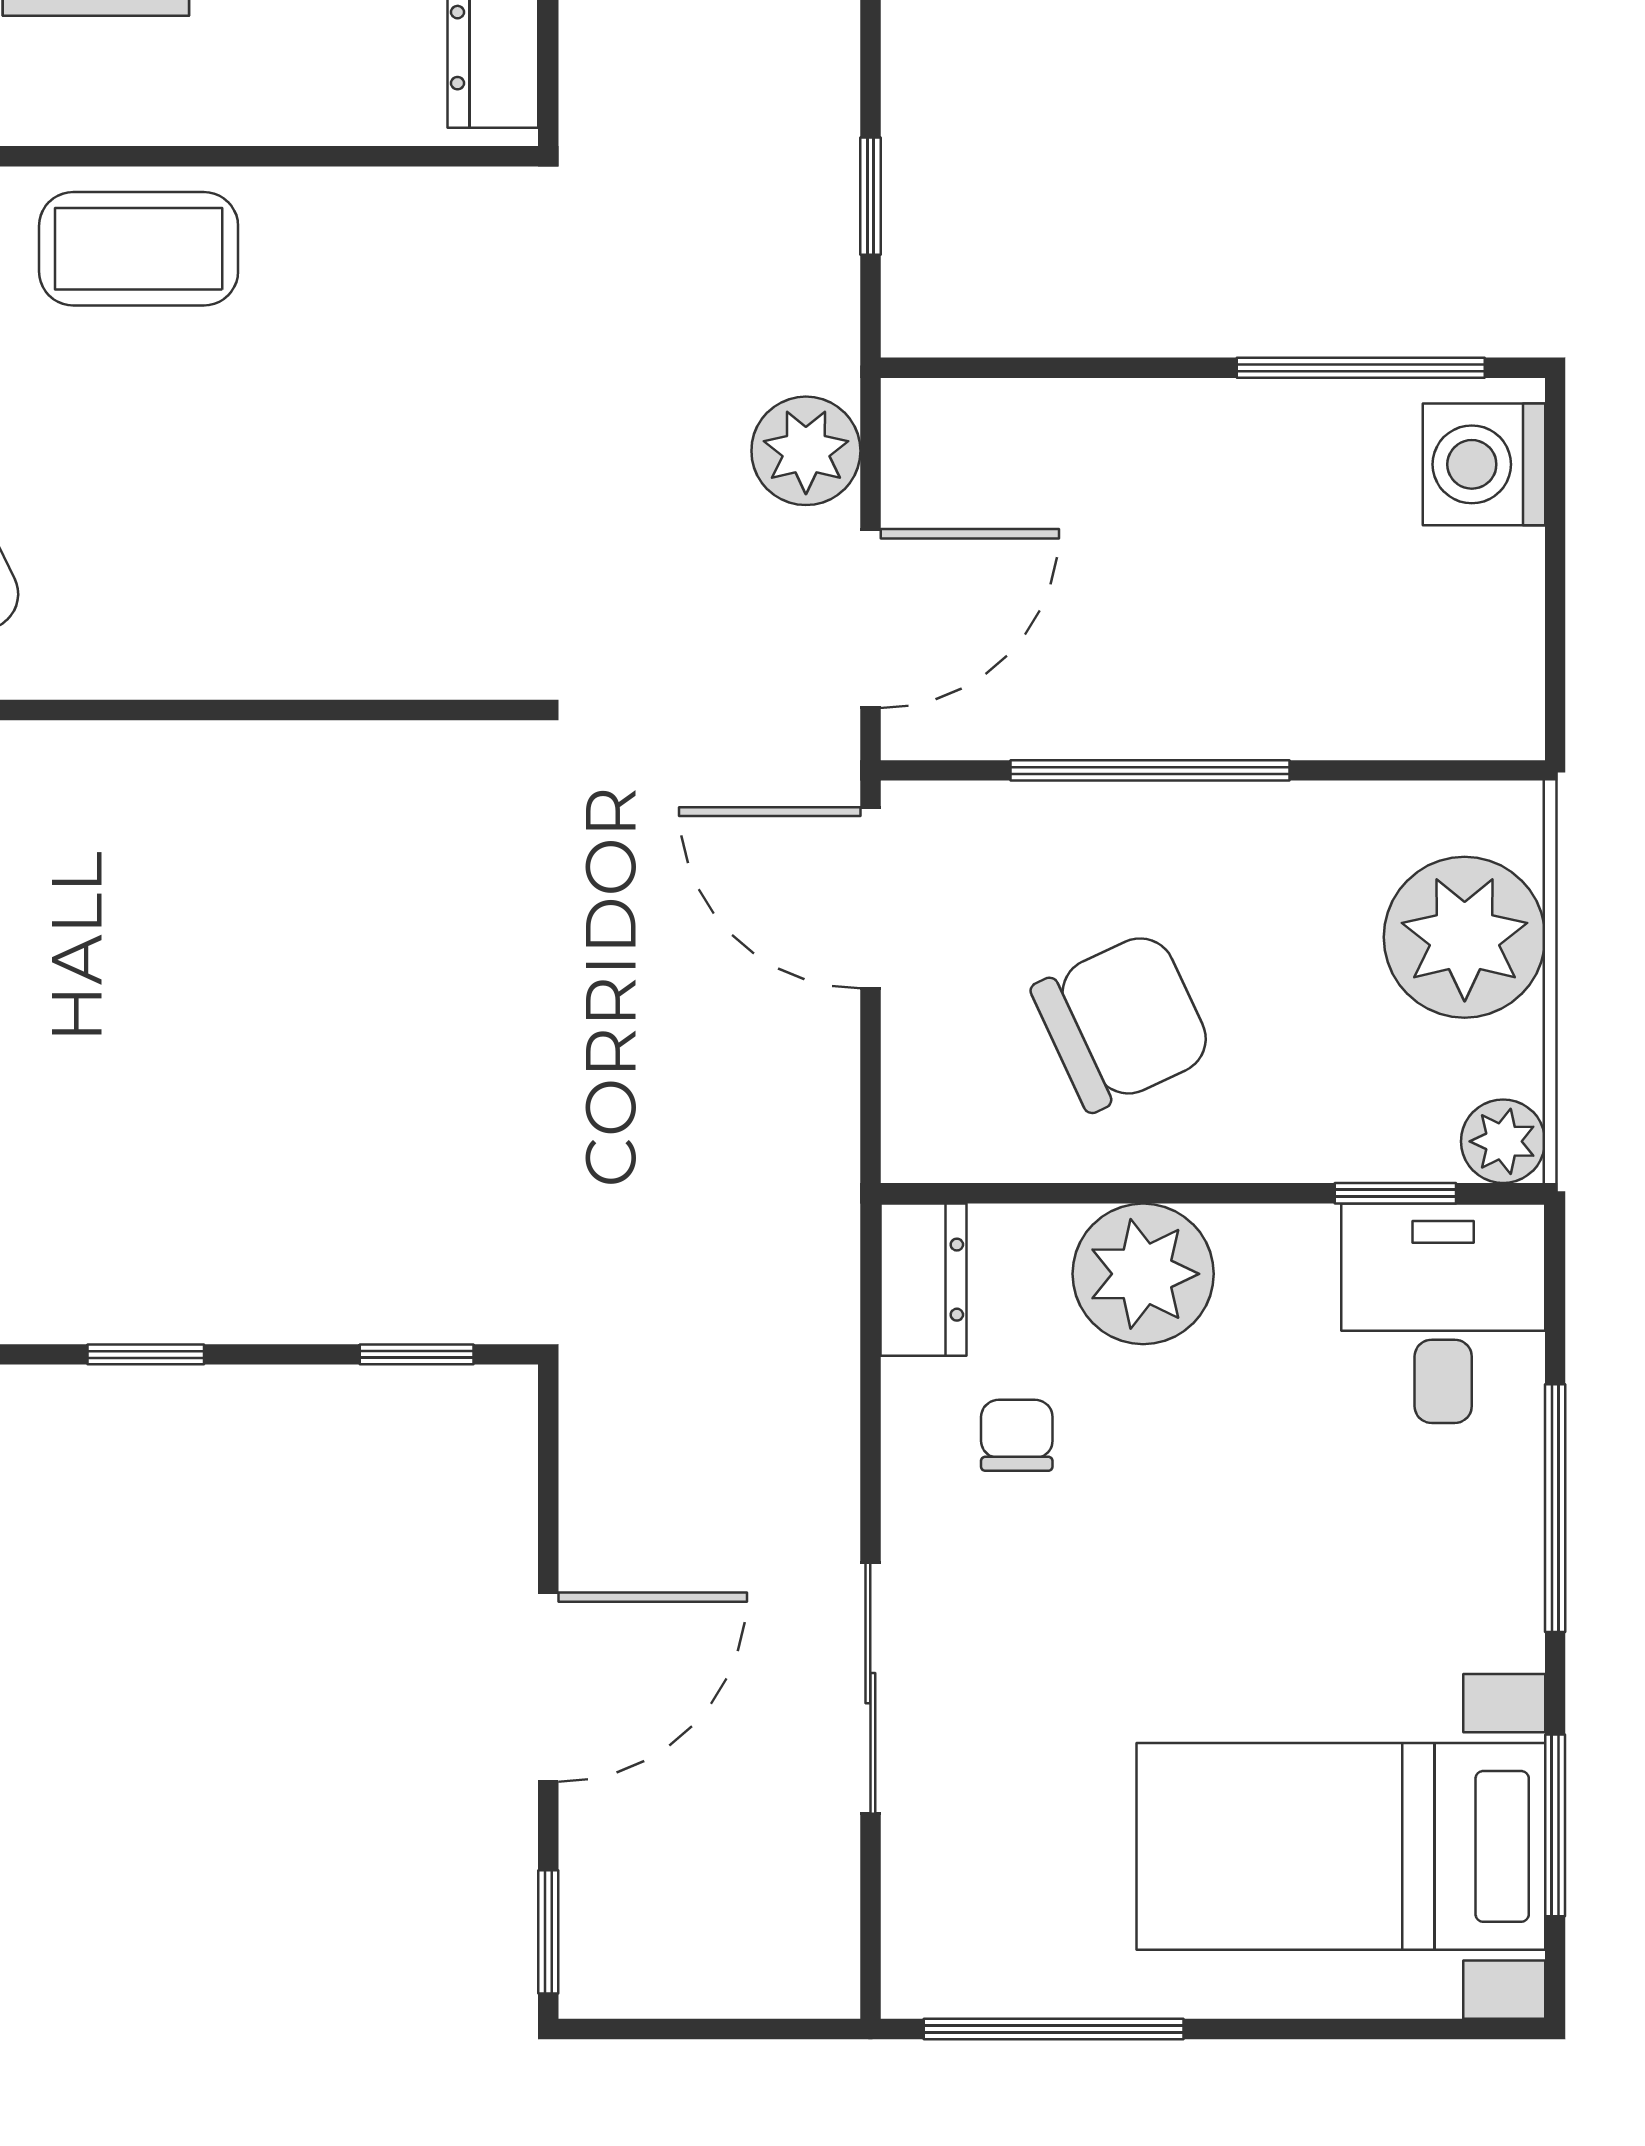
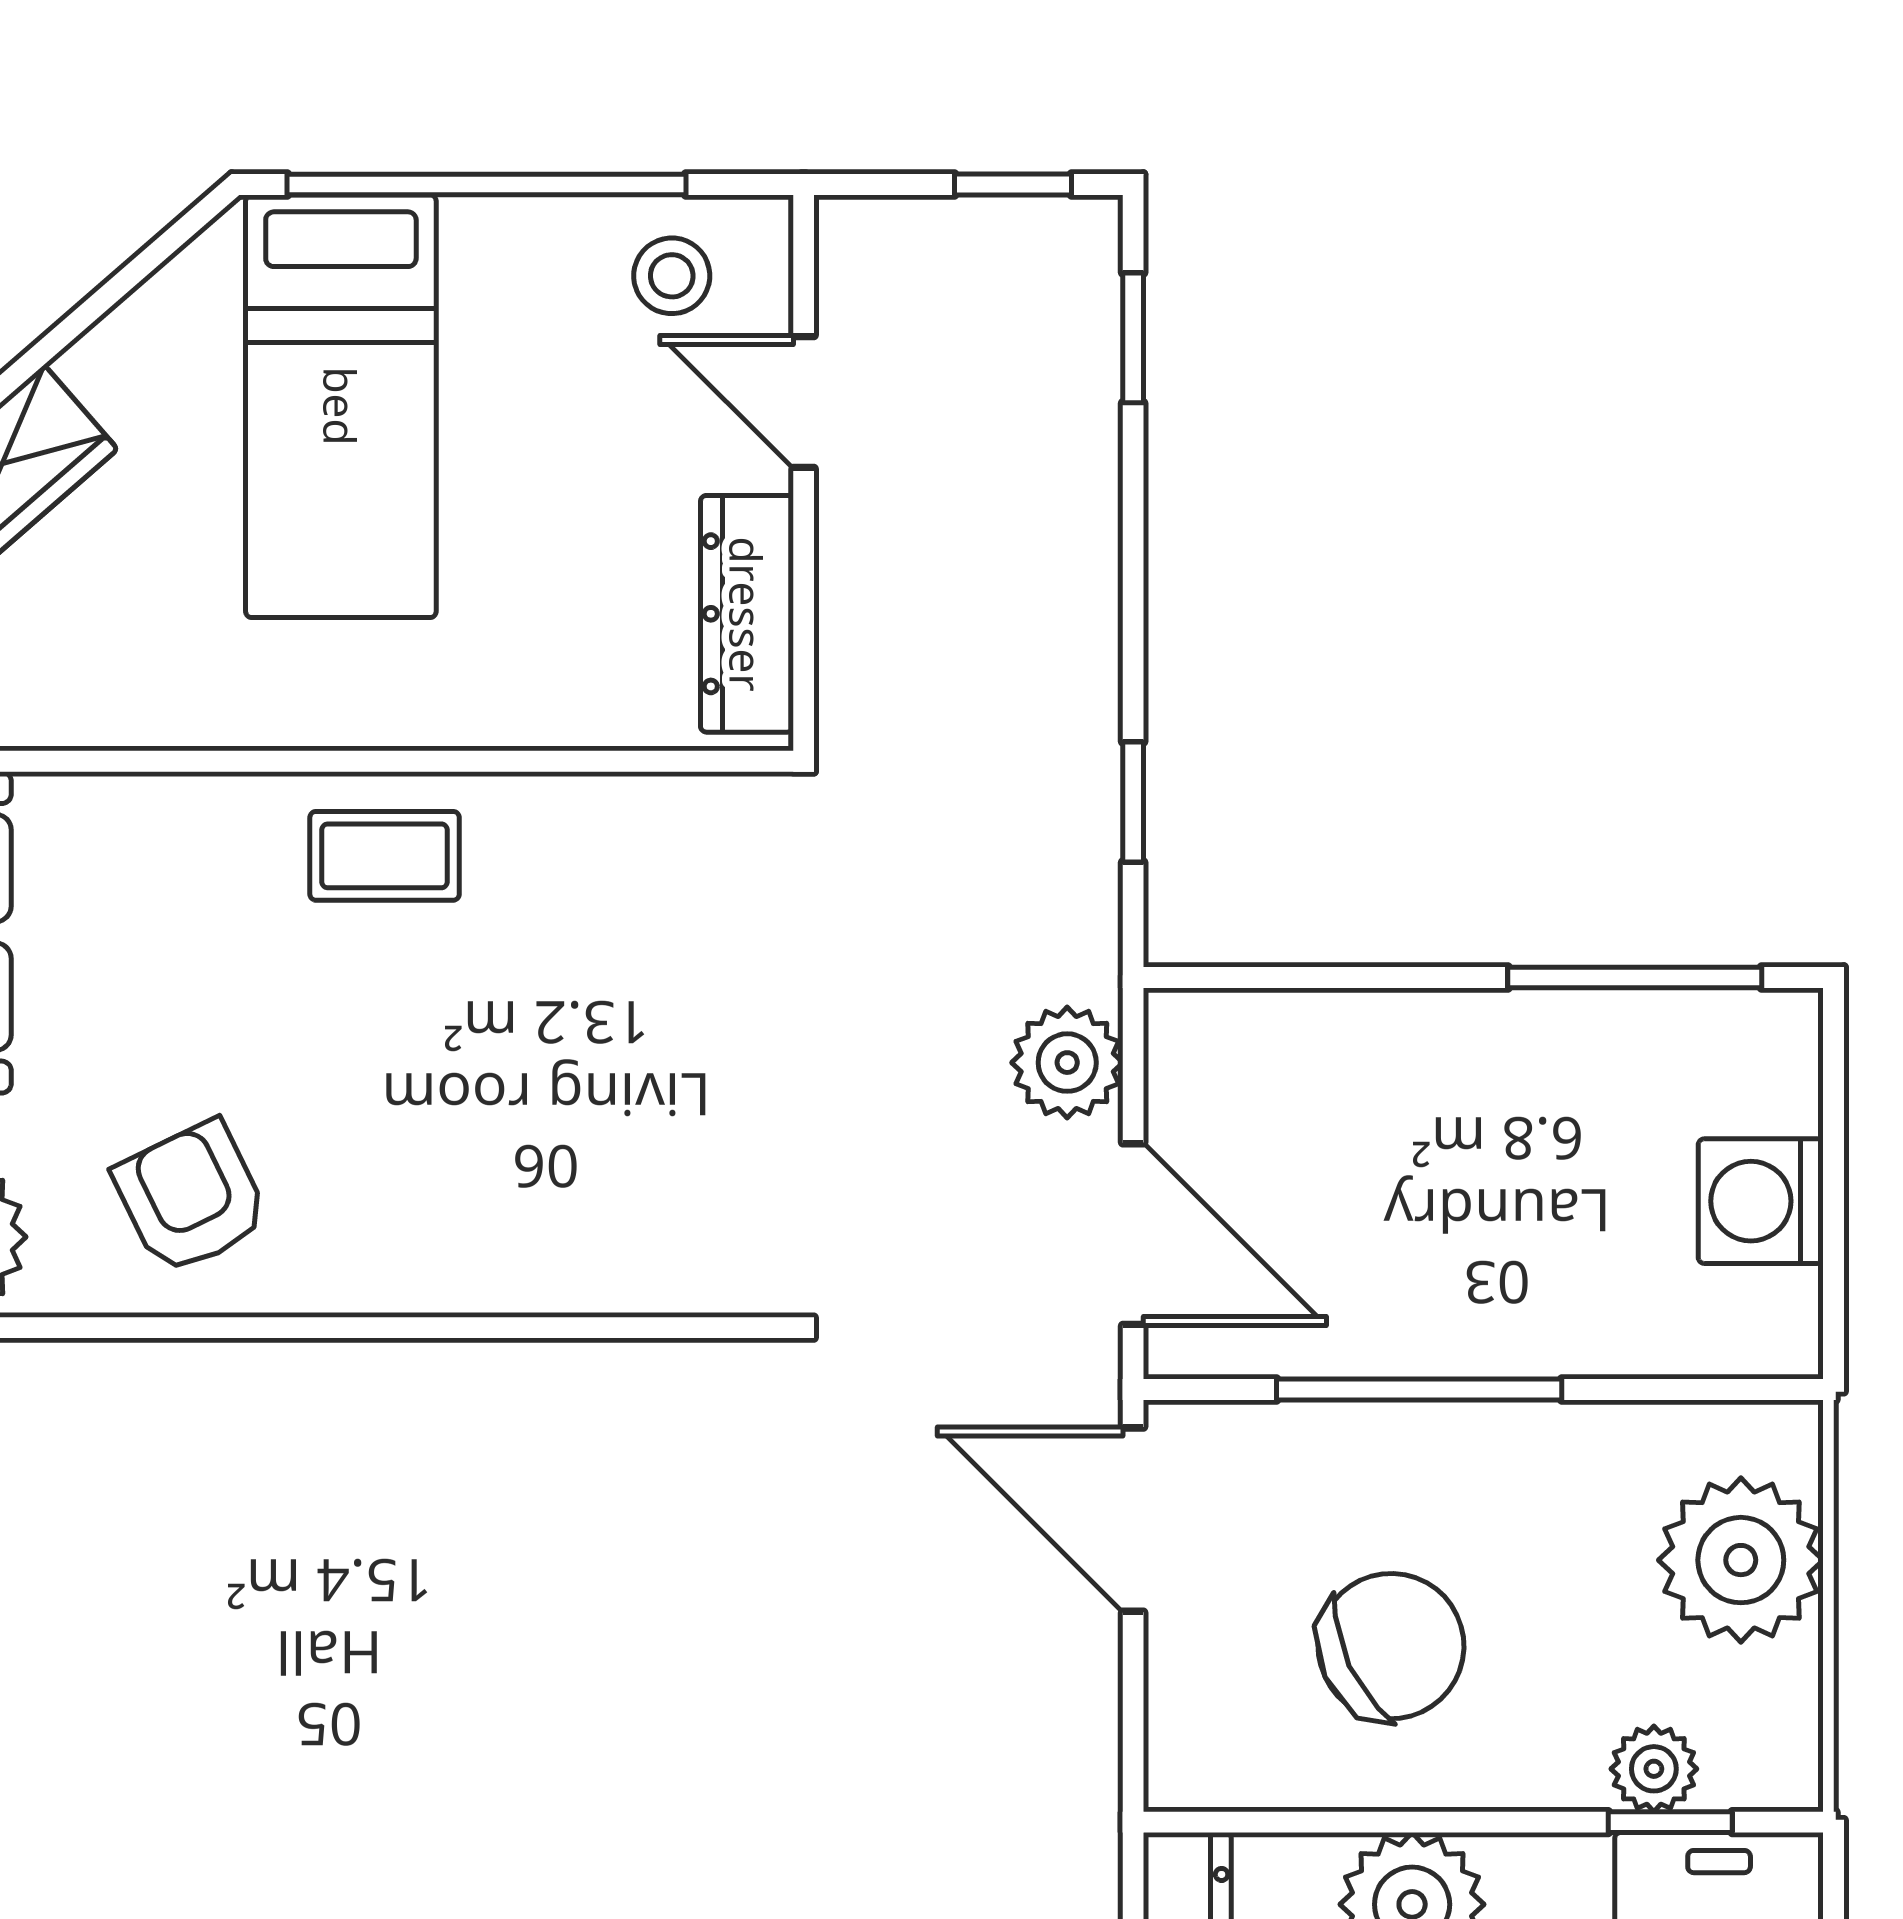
coffee table: (139, 249) -> (385, 856), width x0.73, depth x0.77
washing machine: (1484, 464) -> (1761, 1201), moved
door: (870, 619) -> (1133, 1234), hinge flipped
plant: (1503, 1141) -> (1654, 1769), moved

